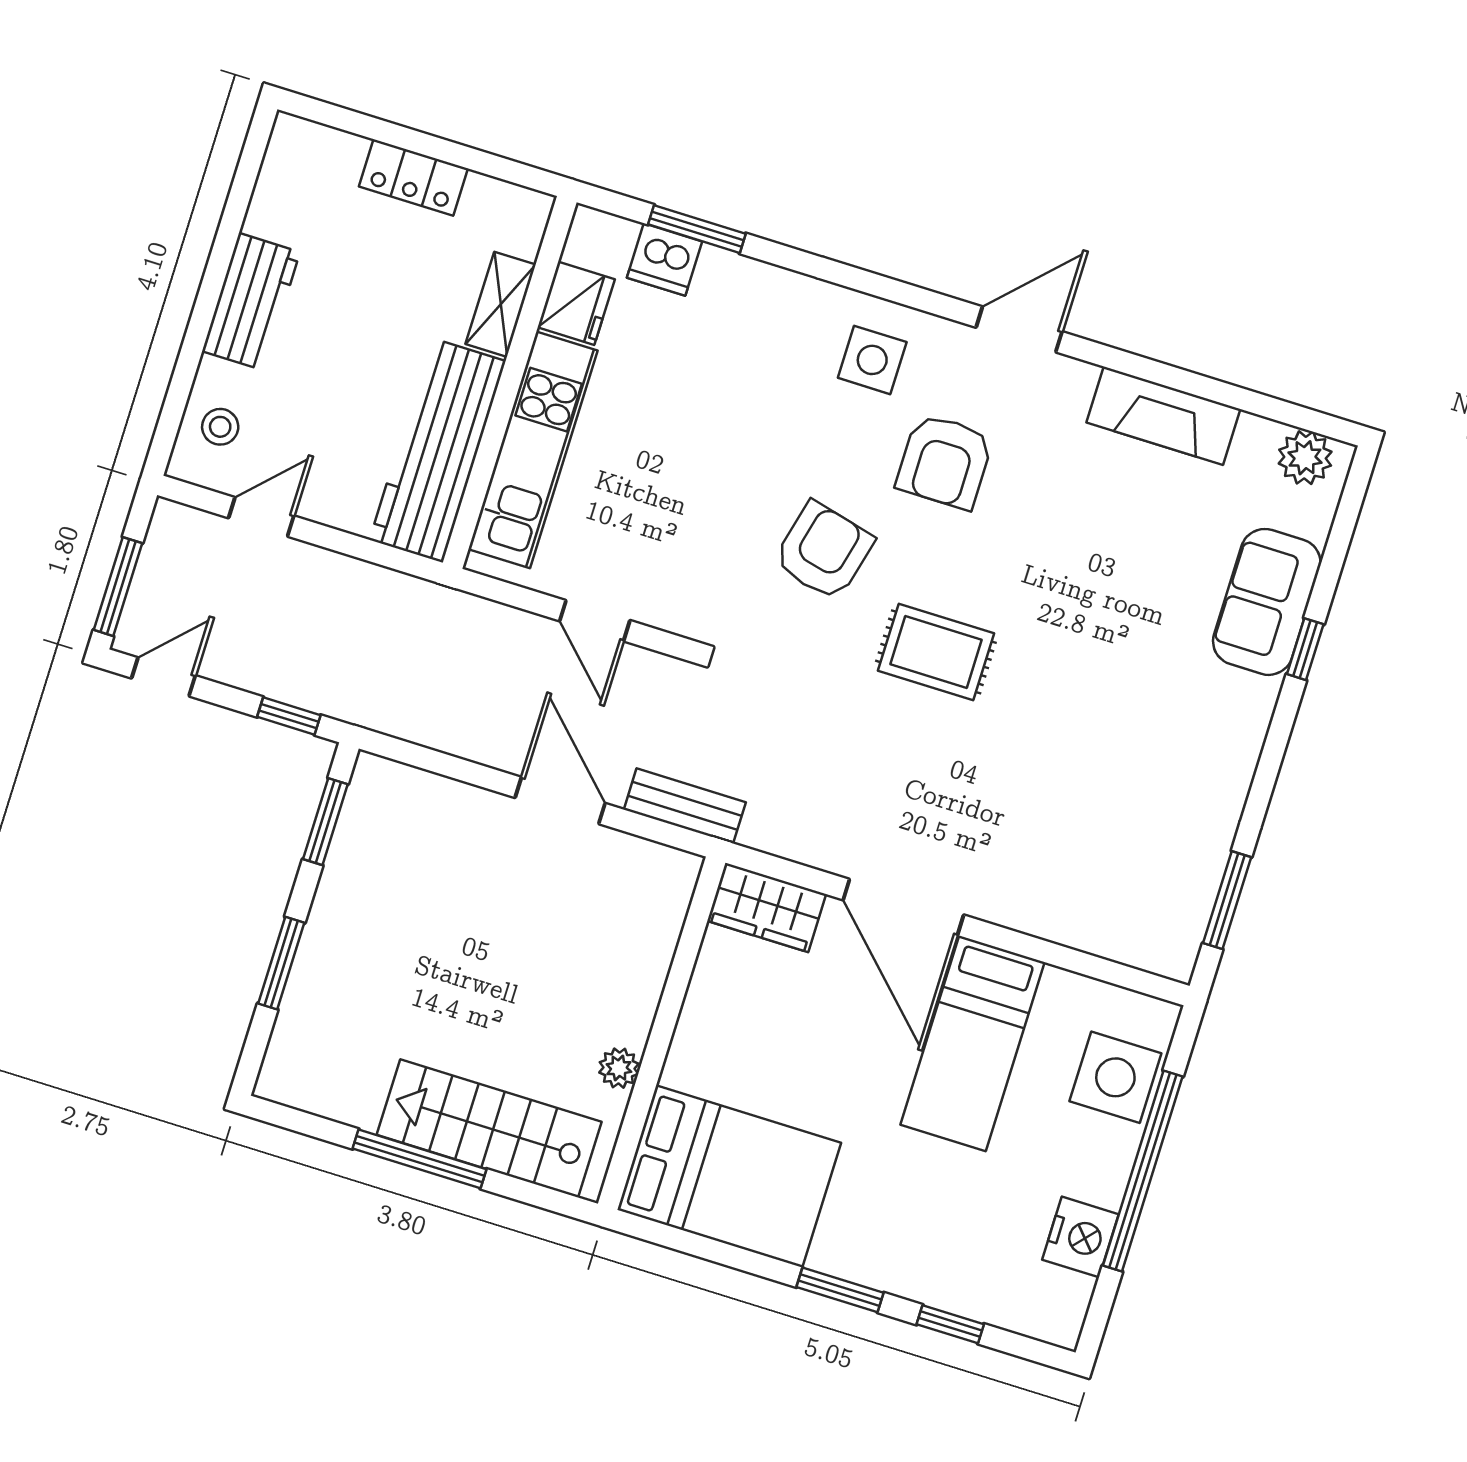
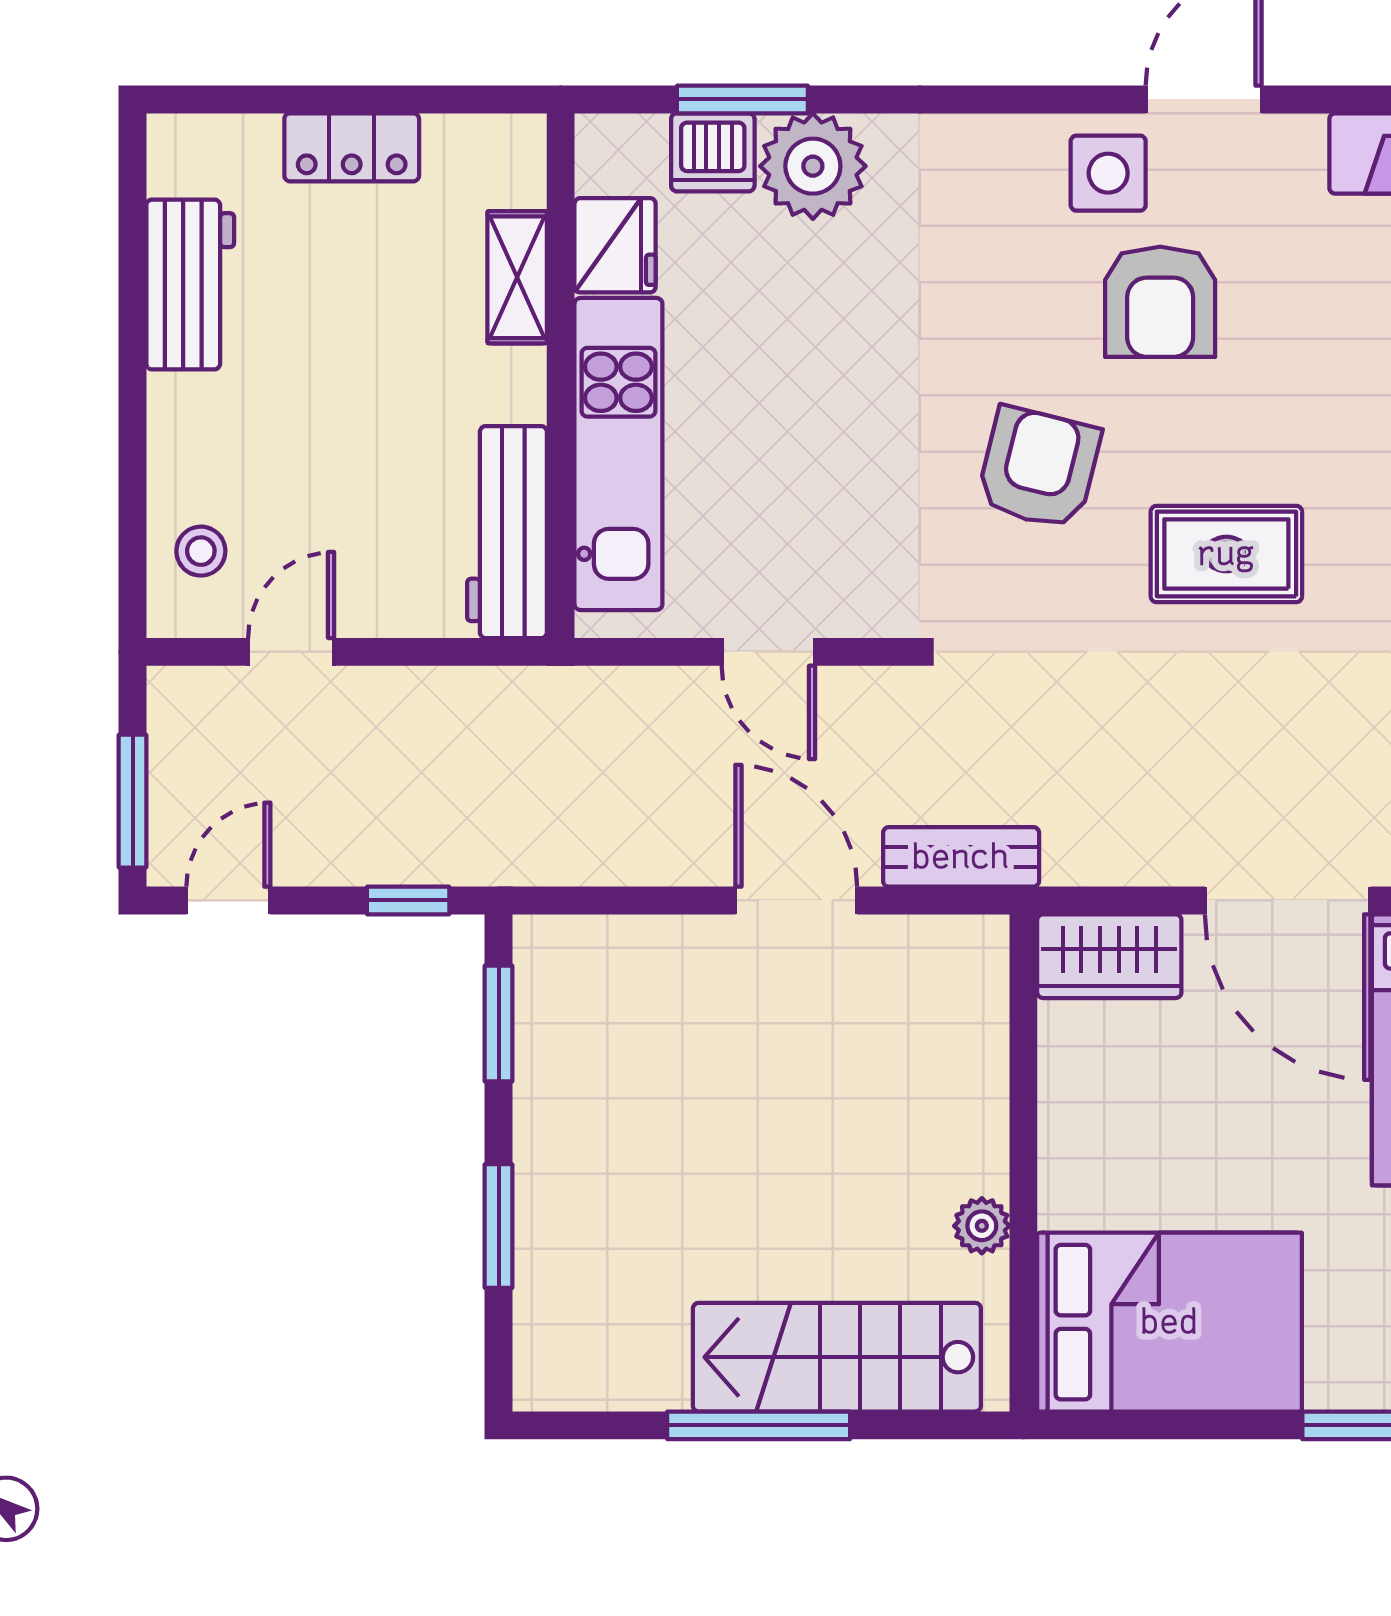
plant: (732, 291) -> (813, 166), added
workbench: (251, 302) -> (190, 284), moved
side table: (872, 360) -> (1108, 173), moved
workbench: (438, 450) -> (507, 532), width x0.73, depth x0.76

